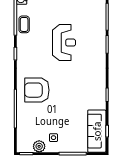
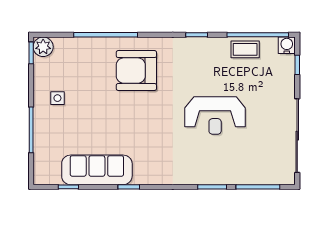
armchair: (37, 90) -> (136, 71), turned -90
sofa: (97, 131) -> (97, 170), moved
plant: (39, 146) -> (43, 47), moved

